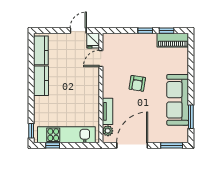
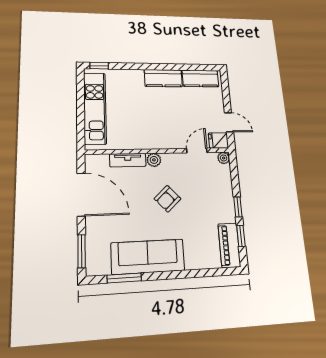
plant: (107, 38) -> (224, 158), added
door: (101, 58) -> (197, 151), hinge flipped
armchair: (137, 83) -> (168, 199), turned -52
plant: (108, 131) -> (154, 160), moved
window: (53, 145) -> (80, 91), removed

